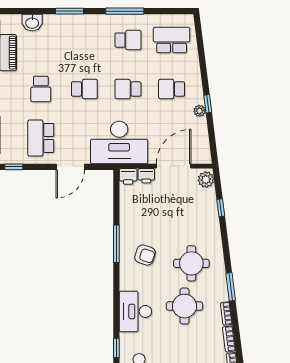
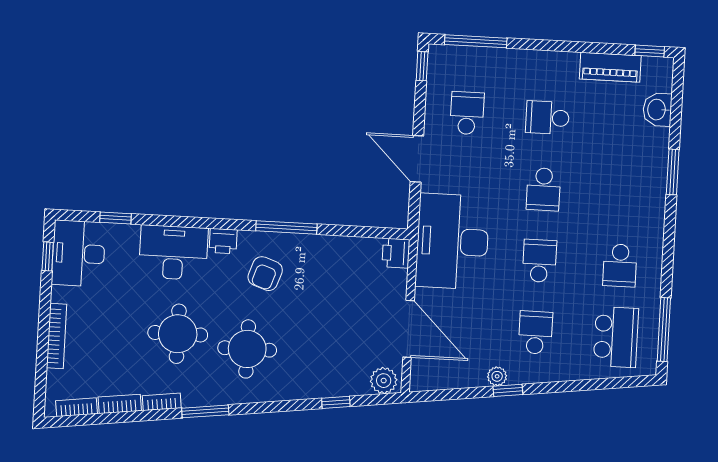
window: (125, 11) -> (664, 329), moved
school desk: (41, 138) -> (467, 113), width x0.54
printer: (146, 176) -> (223, 241), moved, turned -90

